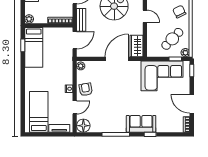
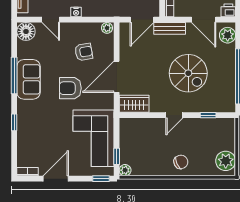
cafe table: (172, 39) -> (144, 152), removed
door: (75, 40) -> (142, 20), hinge flipped
door: (117, 59) -> (117, 77), swing flipped
armchair: (86, 89) -> (84, 52), moved
armchair: (125, 93) -> (70, 88), added
sofa: (141, 124) -> (28, 79), moved

